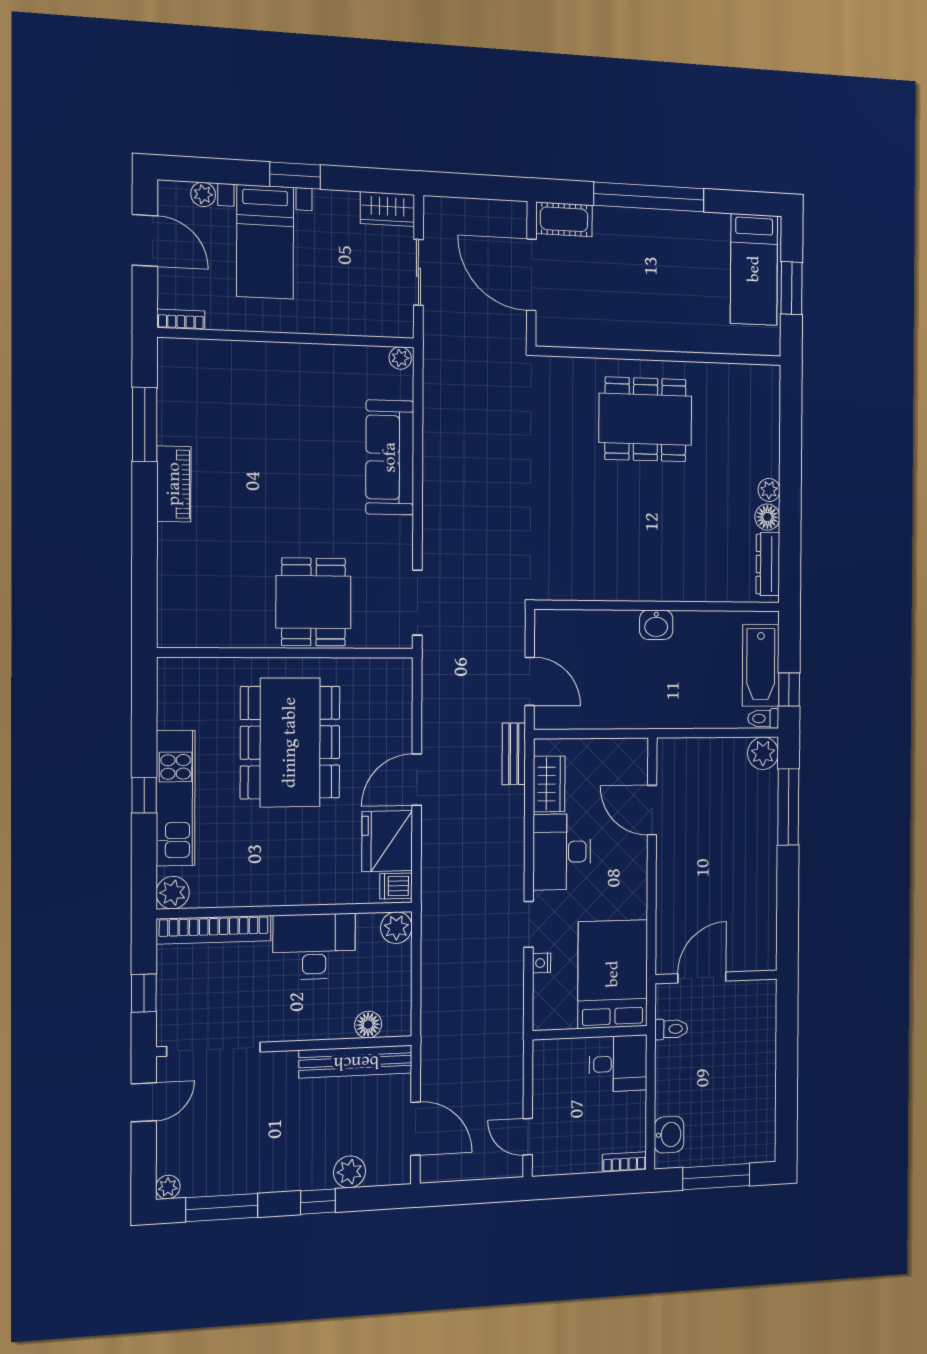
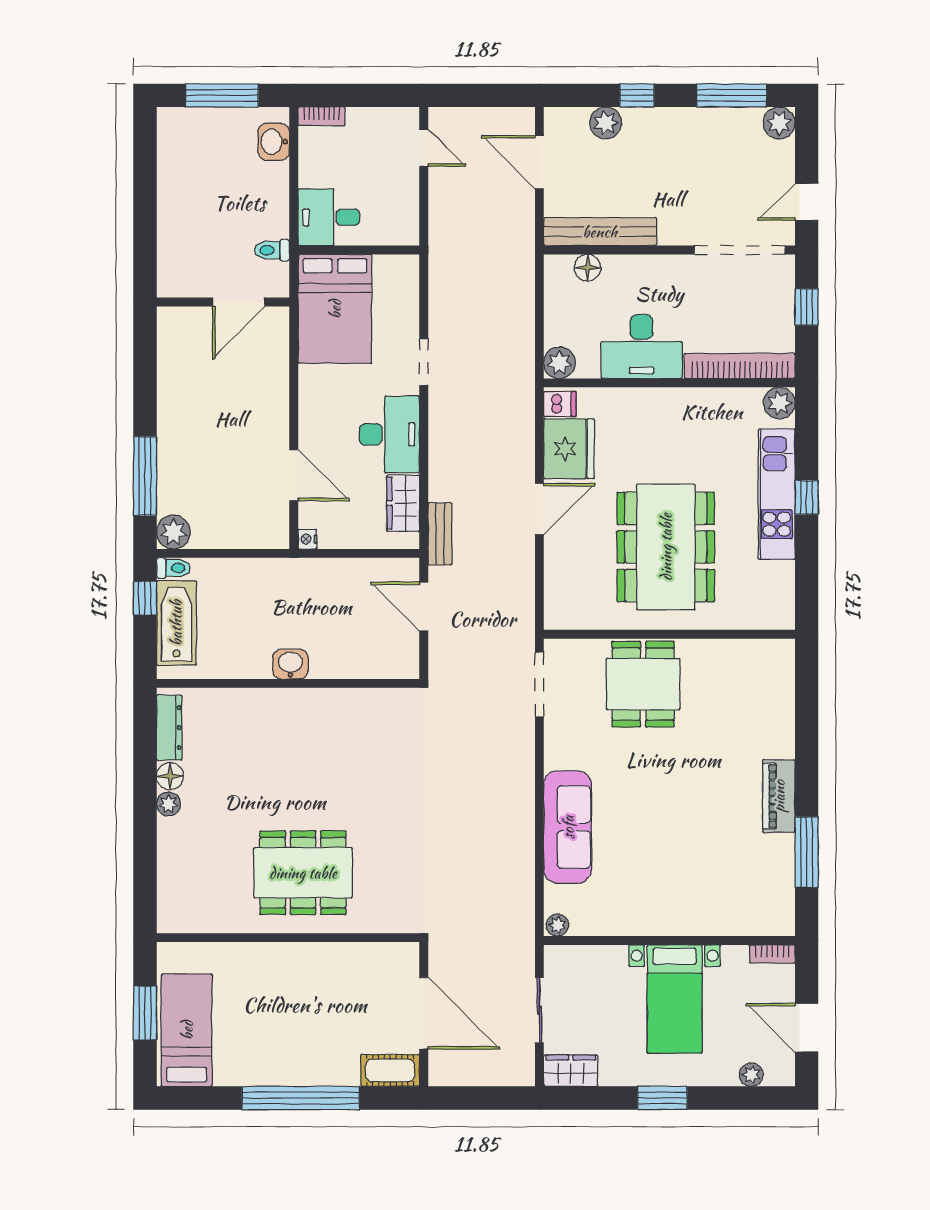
bed with nightstands: (265, 242) -> (675, 999), moved, turned 180
nightstand: (542, 963) -> (307, 539), moved, turned 180
plant: (168, 1187) -> (779, 123), width x1.38, depth x1.38

